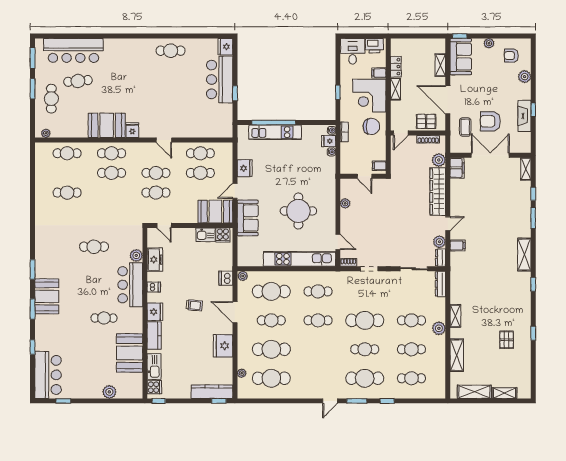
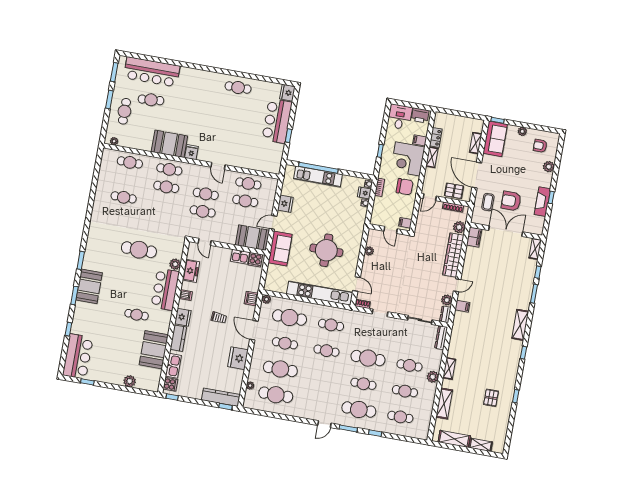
cafe table: (94, 247) -> (139, 250), width x1.37, depth x1.35

